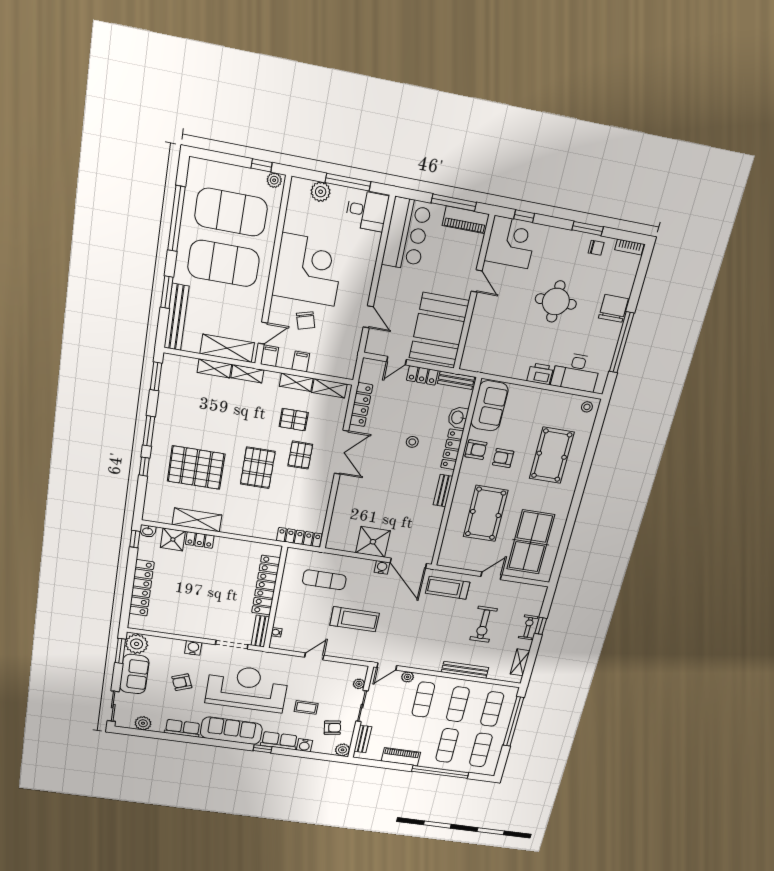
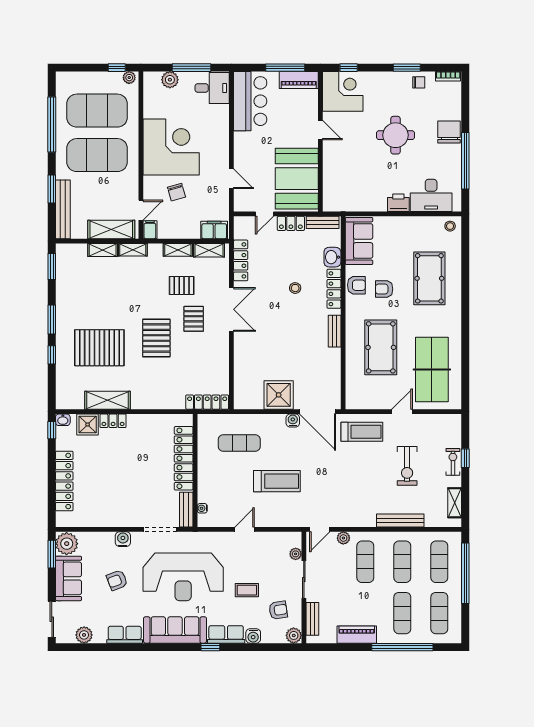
filing cabinet: (301, 362) -> (214, 230), moved, width x2.00
treadmill: (448, 588) -> (362, 432), turned 180
reception desk: (247, 688) -> (183, 577), turned 180

